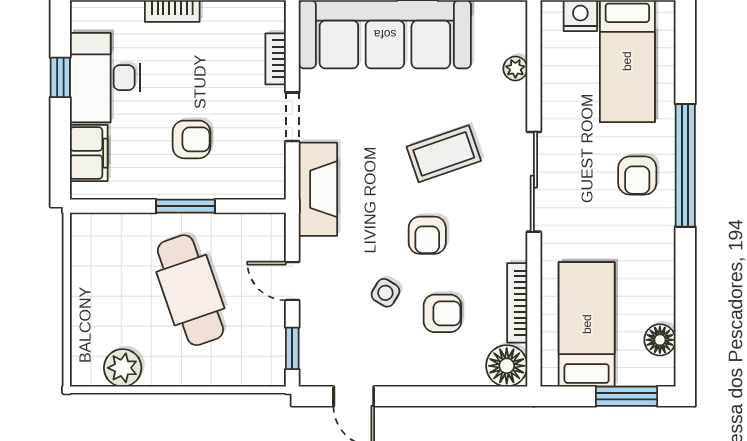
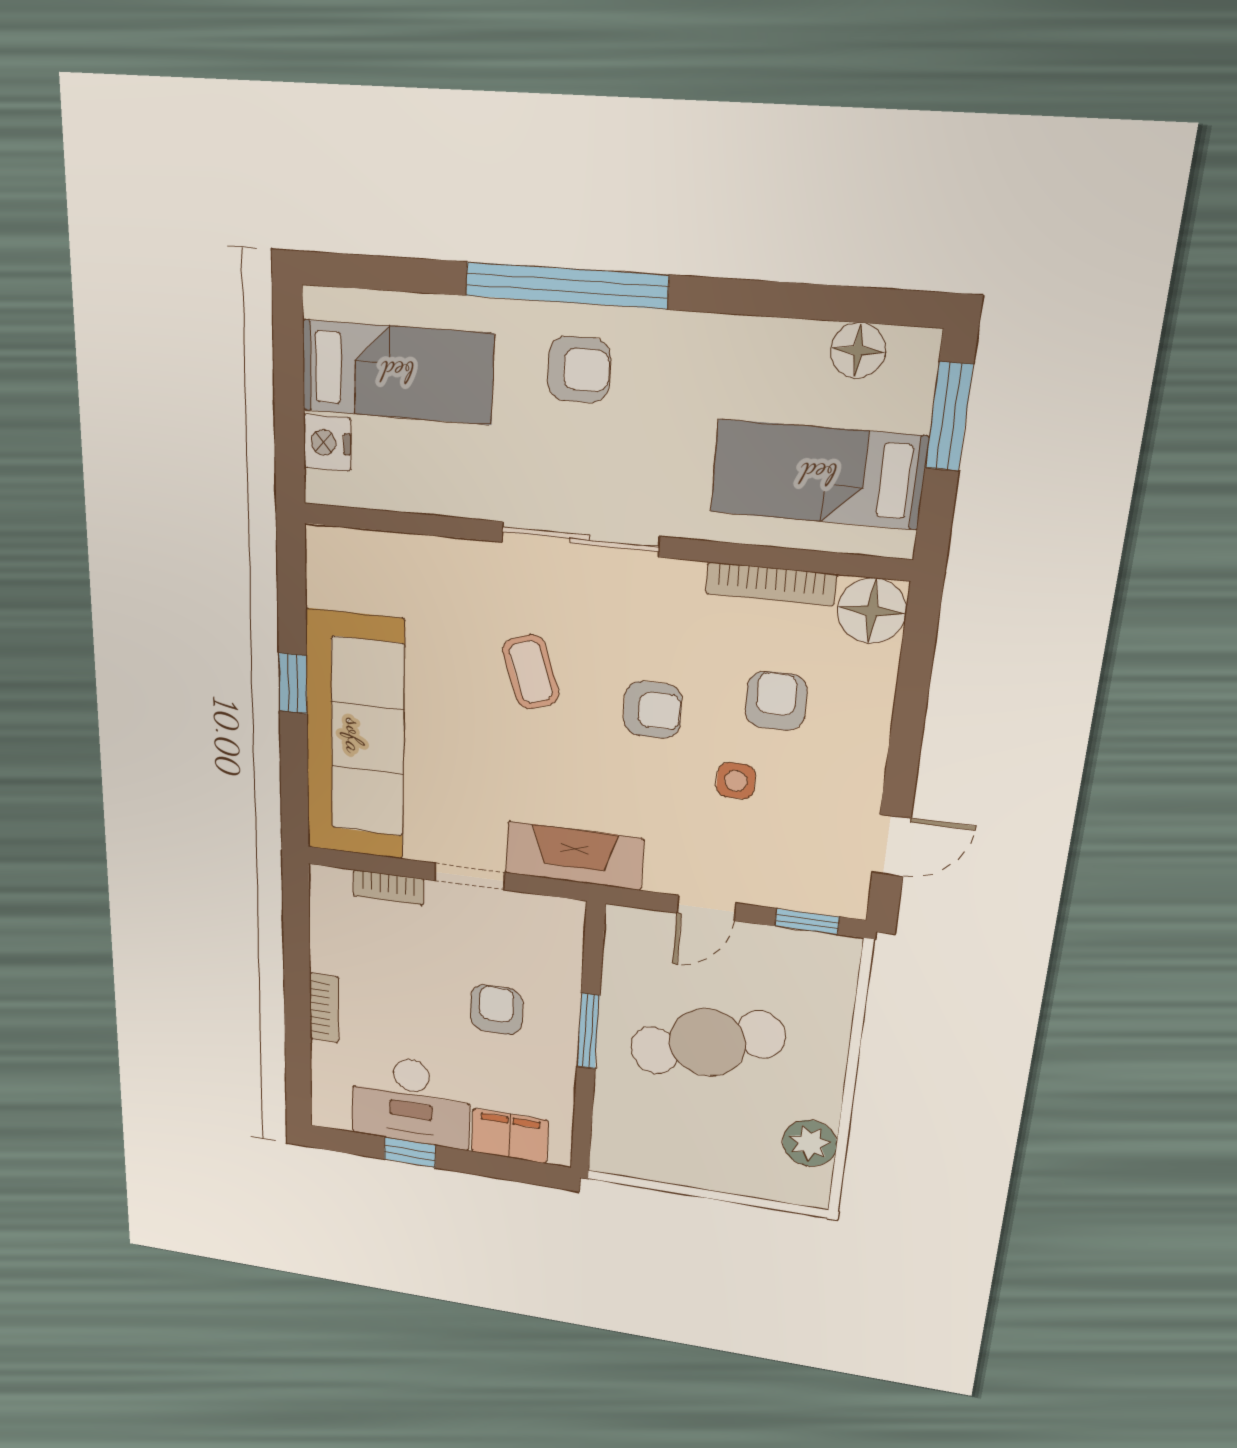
plant: (515, 68) -> (406, 551), removed
coffee table: (444, 154) -> (531, 672), width x0.73, depth x0.77
side table: (385, 293) -> (736, 781), turned -31

